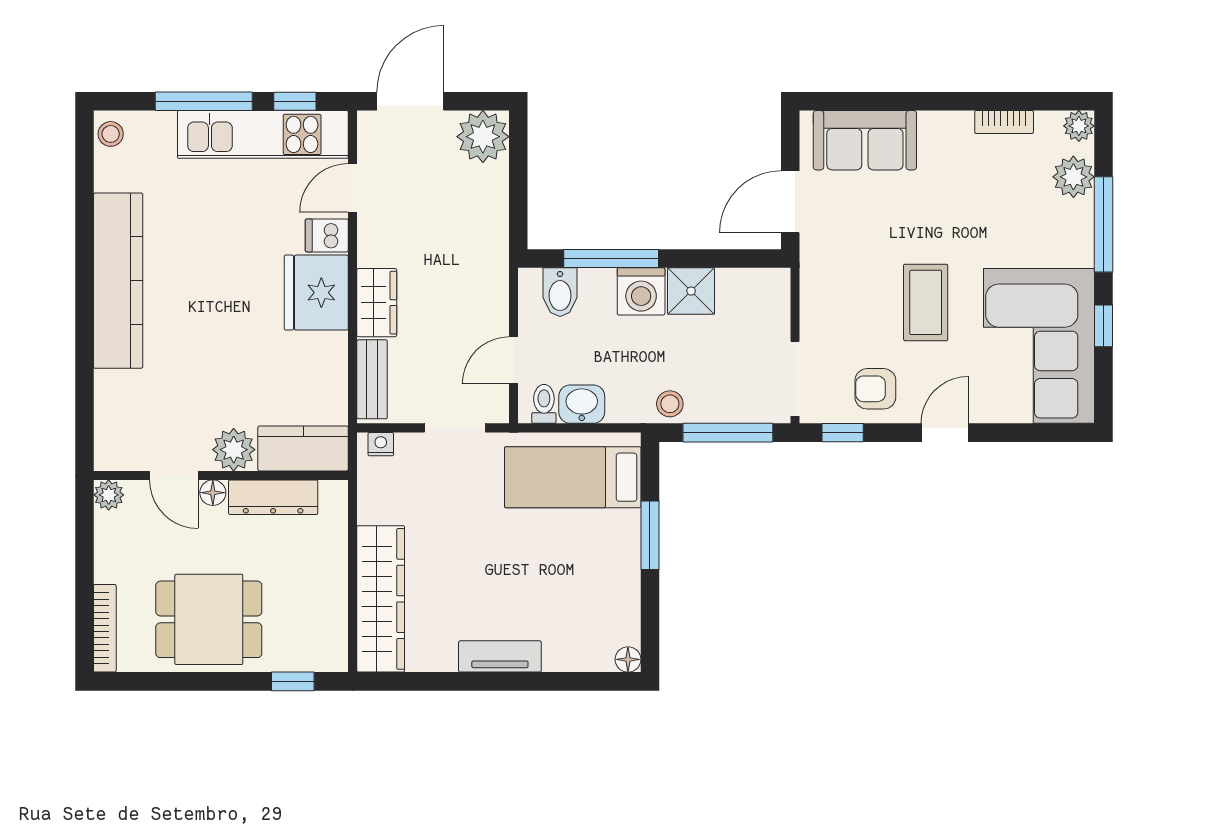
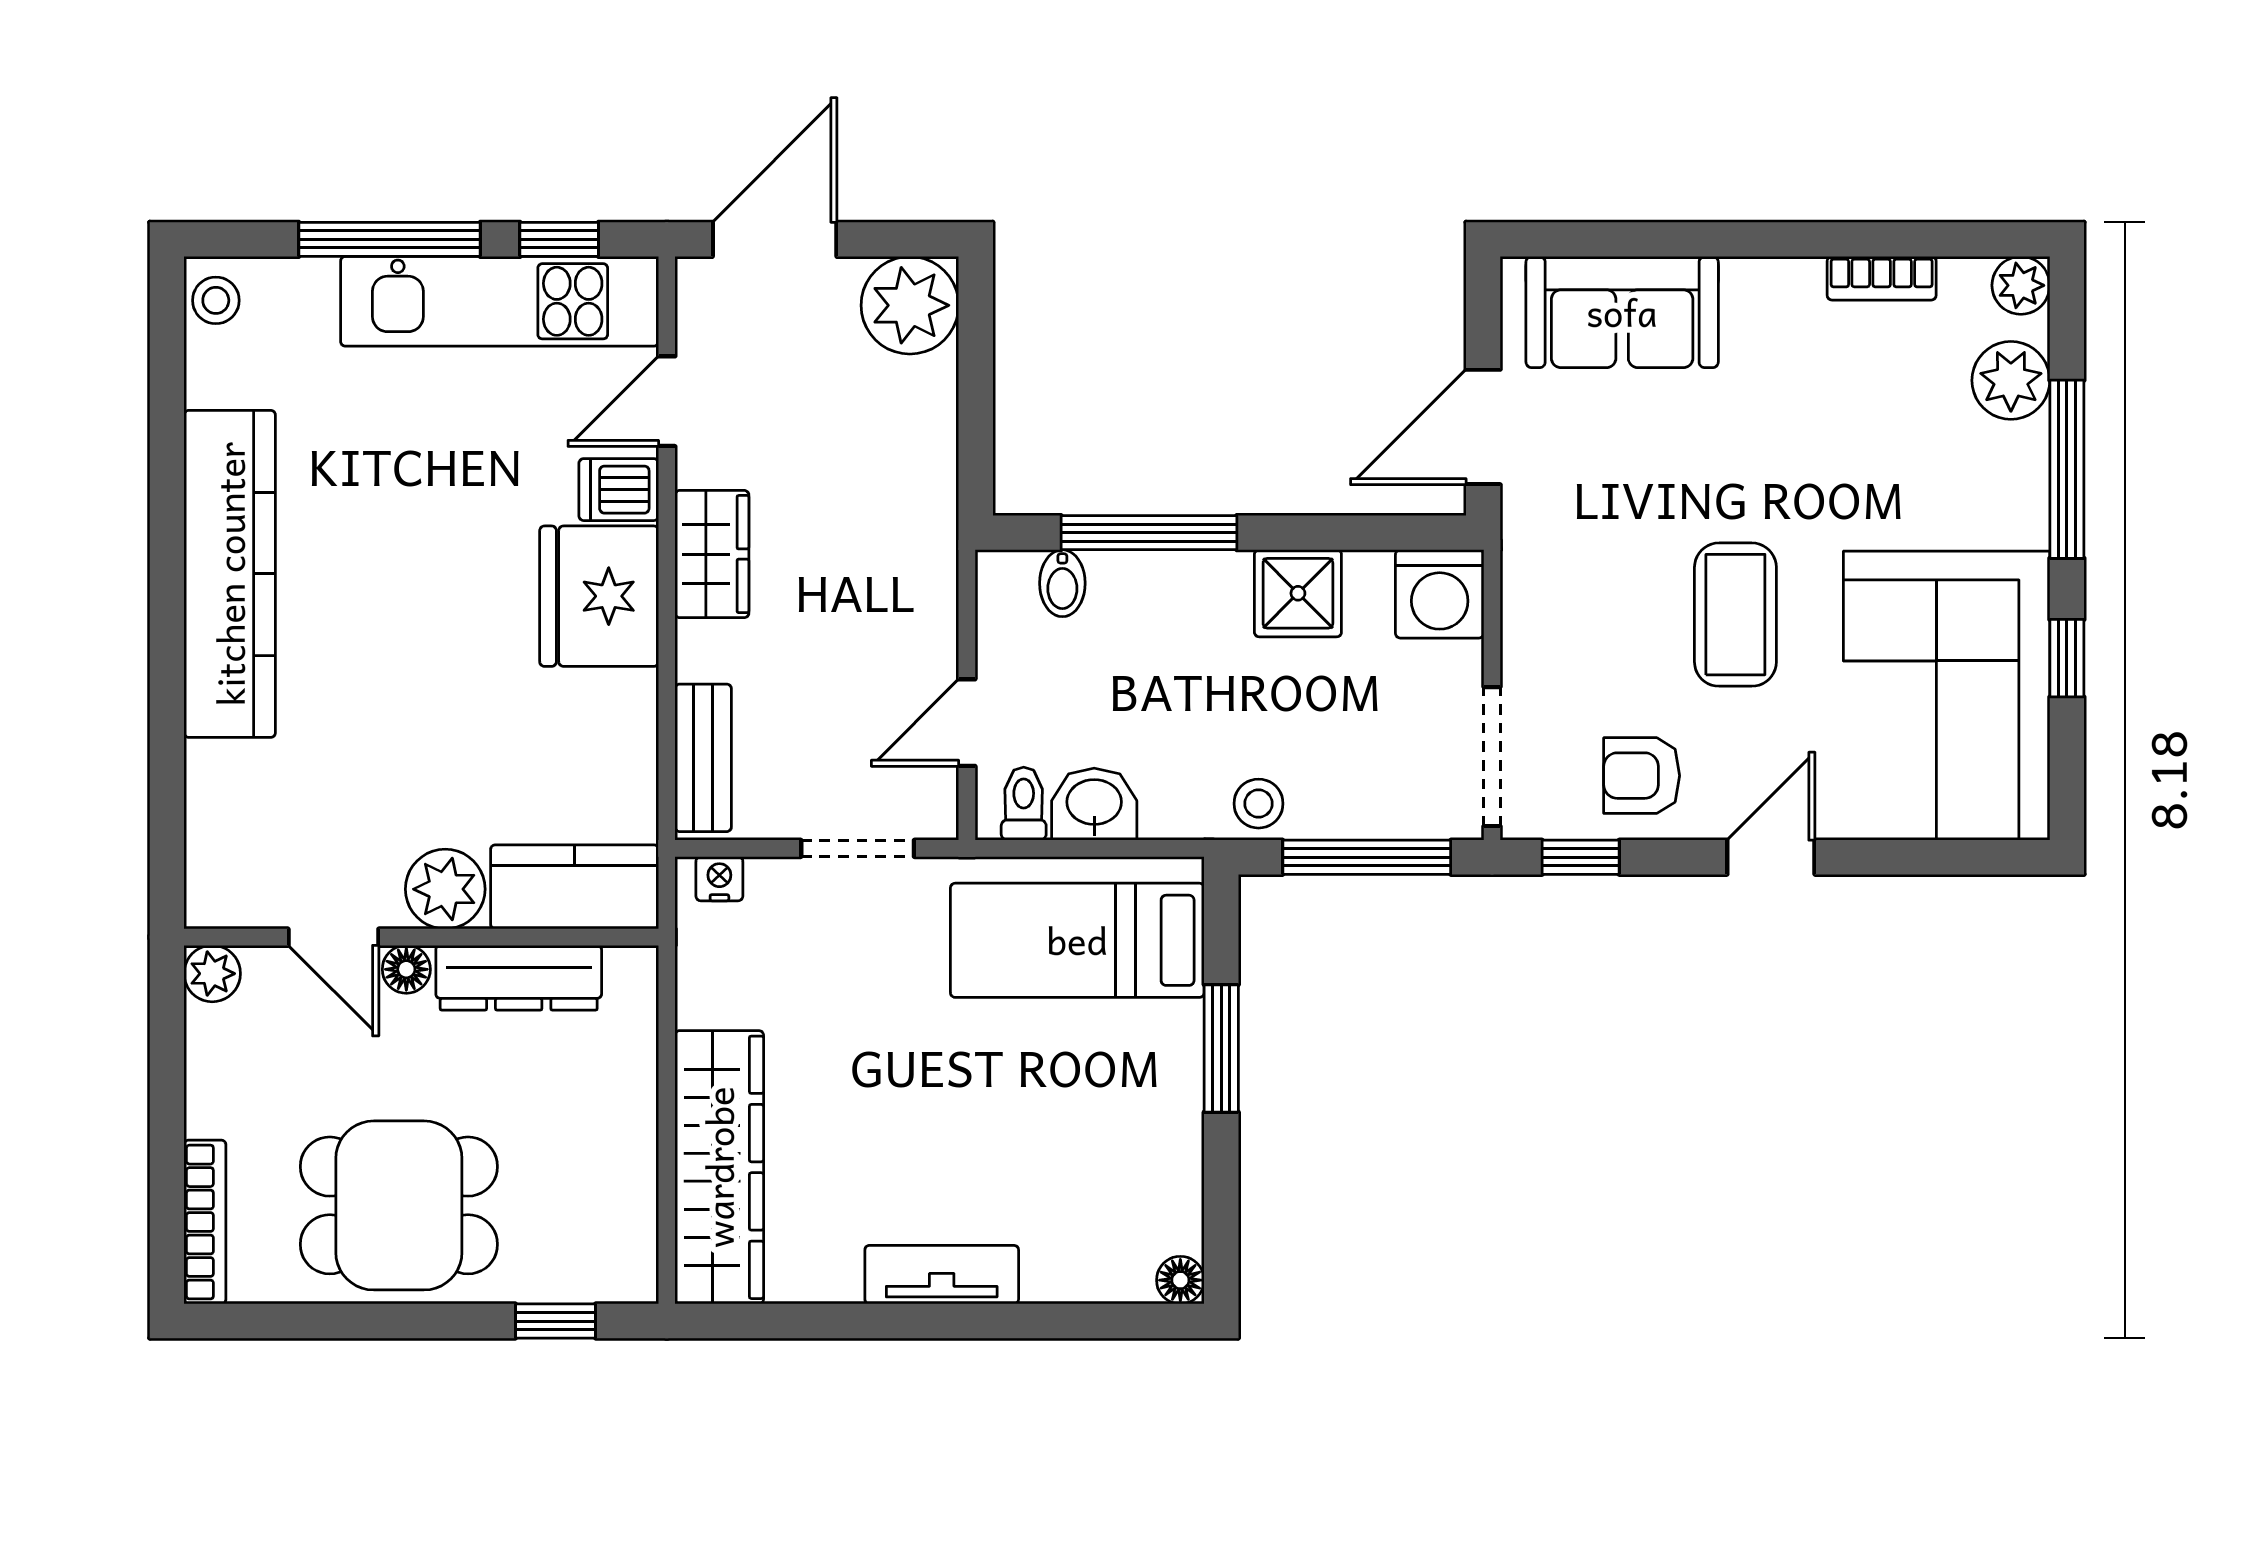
washing machine: (641, 291) -> (1440, 594), moved
bidet: (560, 292) -> (1062, 583), width x0.72, depth x0.74
wardrobe: (377, 303) -> (712, 554), moved

